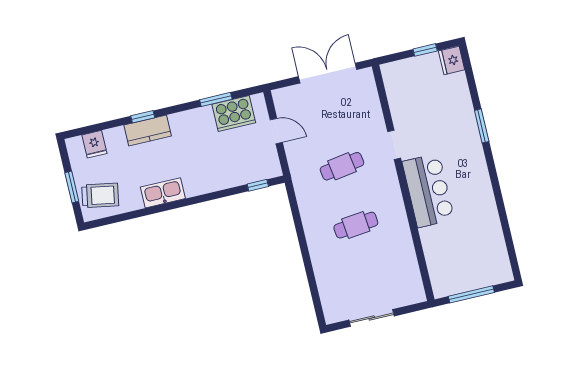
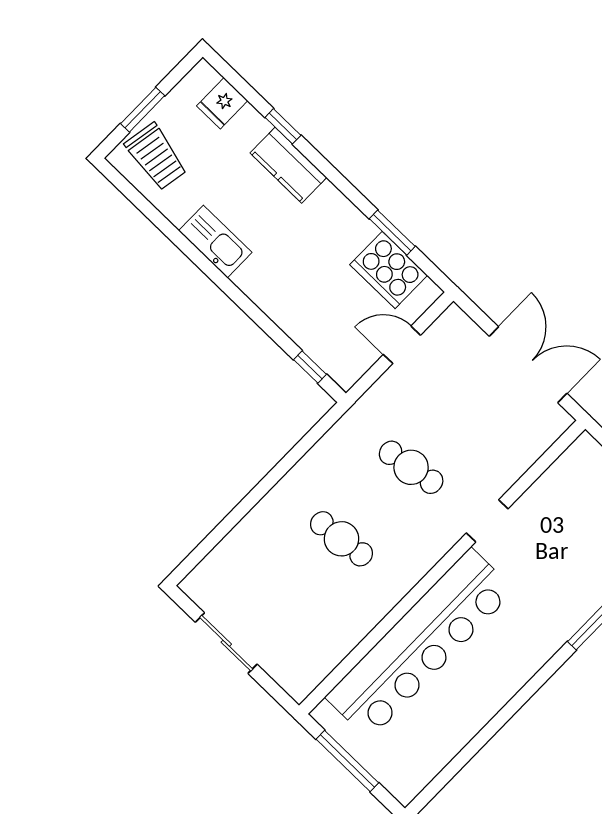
window: (143, 117) -> (283, 126), moved
door: (276, 131) -> (402, 345), swing flipped
bar counter: (428, 190) -> (420, 644), width x1.86

